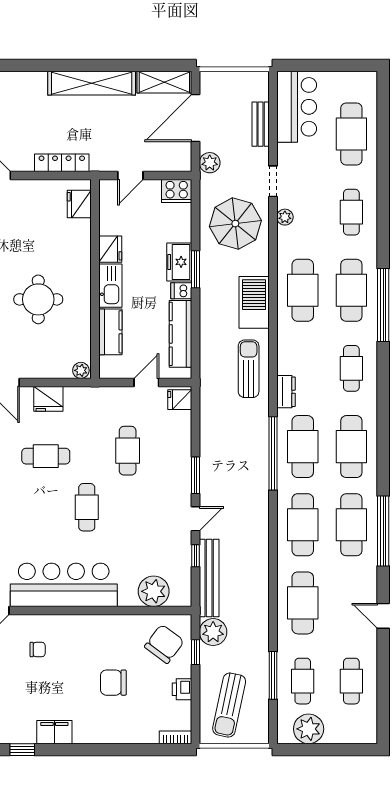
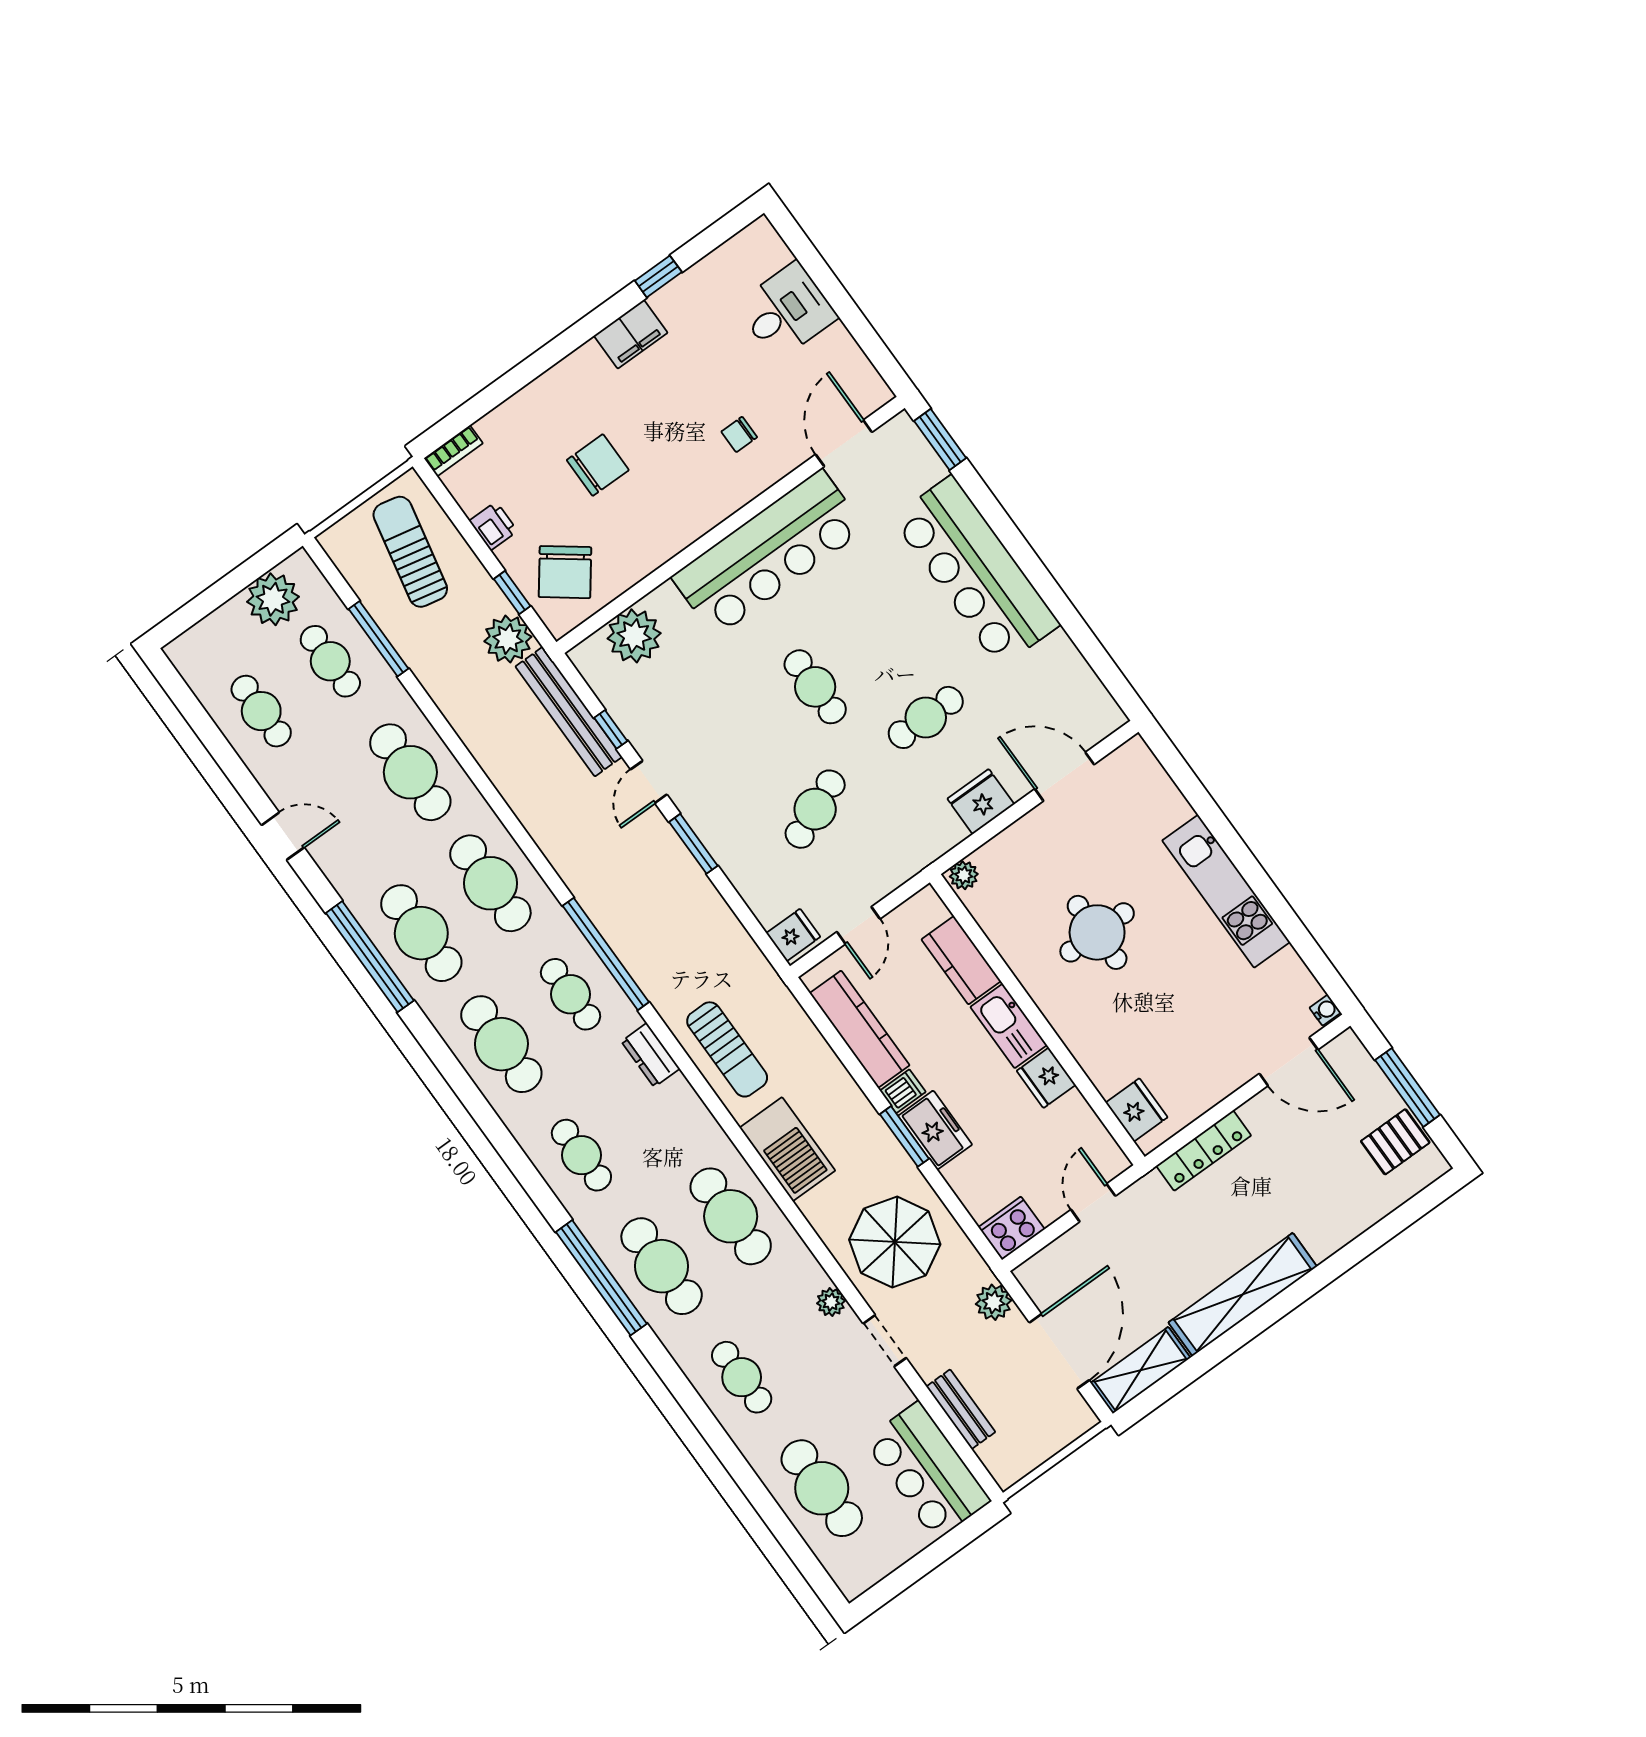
cafe table: (303, 447) -> (571, 994), width x0.73, depth x0.74
cafe table: (128, 451) -> (815, 809), turned 67

